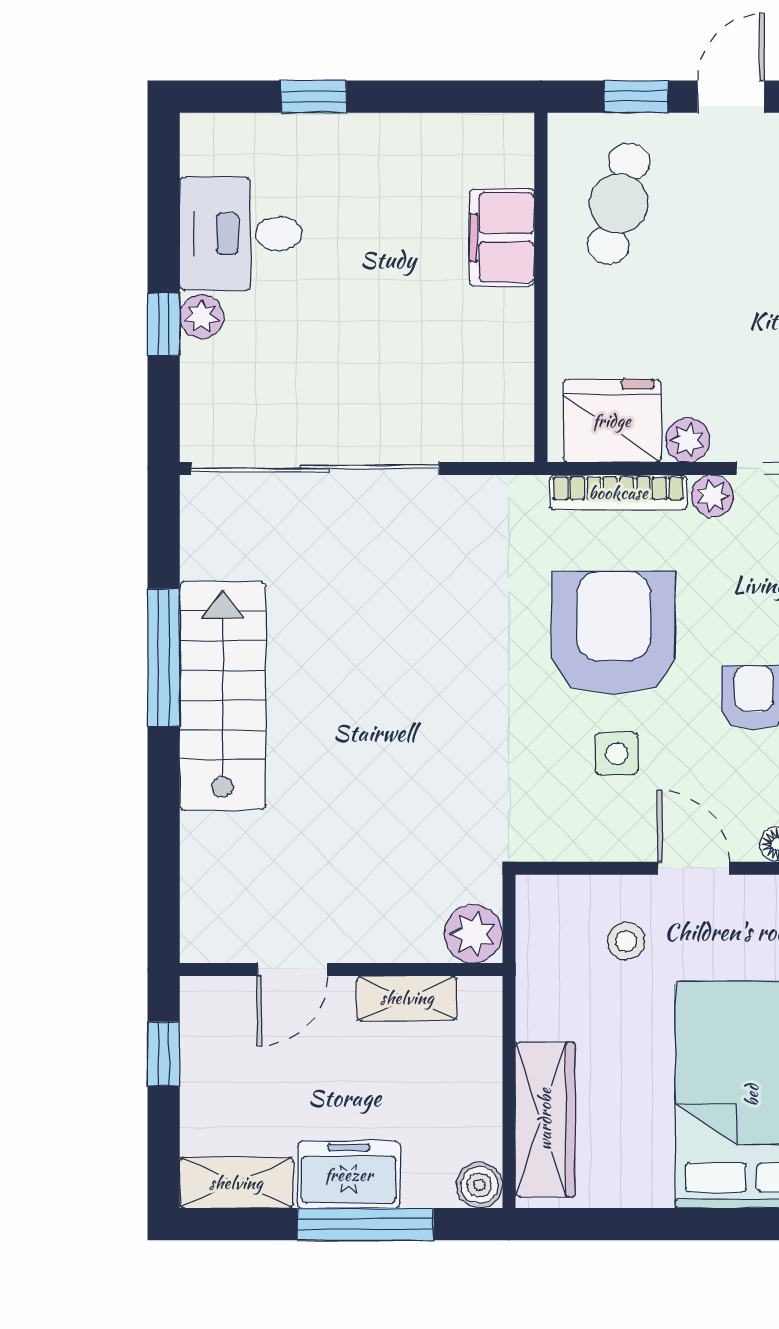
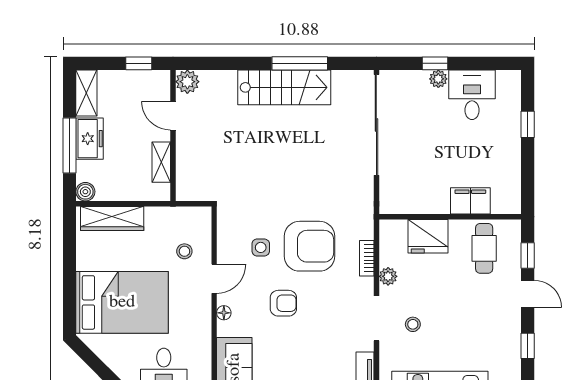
cafe table: (619, 204) -> (484, 248), turned 76
fridge: (612, 421) -> (428, 236), moved, turned 90
bookcase: (618, 493) -> (367, 258), width x0.64
plant: (712, 496) -> (365, 286), removed
plant: (473, 934) -> (187, 82), moved

